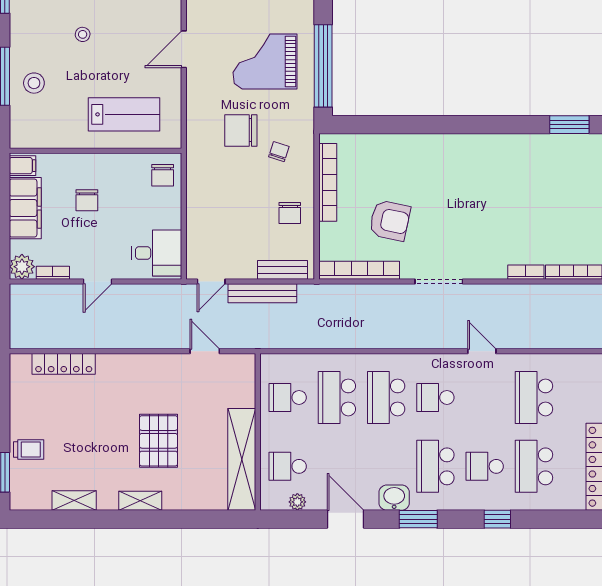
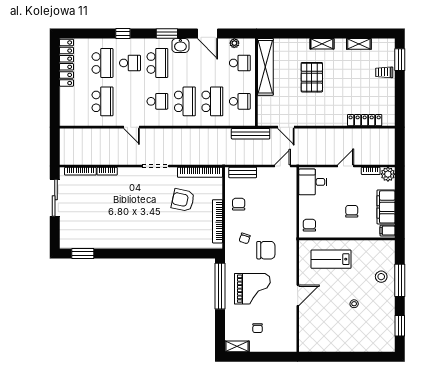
bench: (262, 293) -> (251, 134), moved

